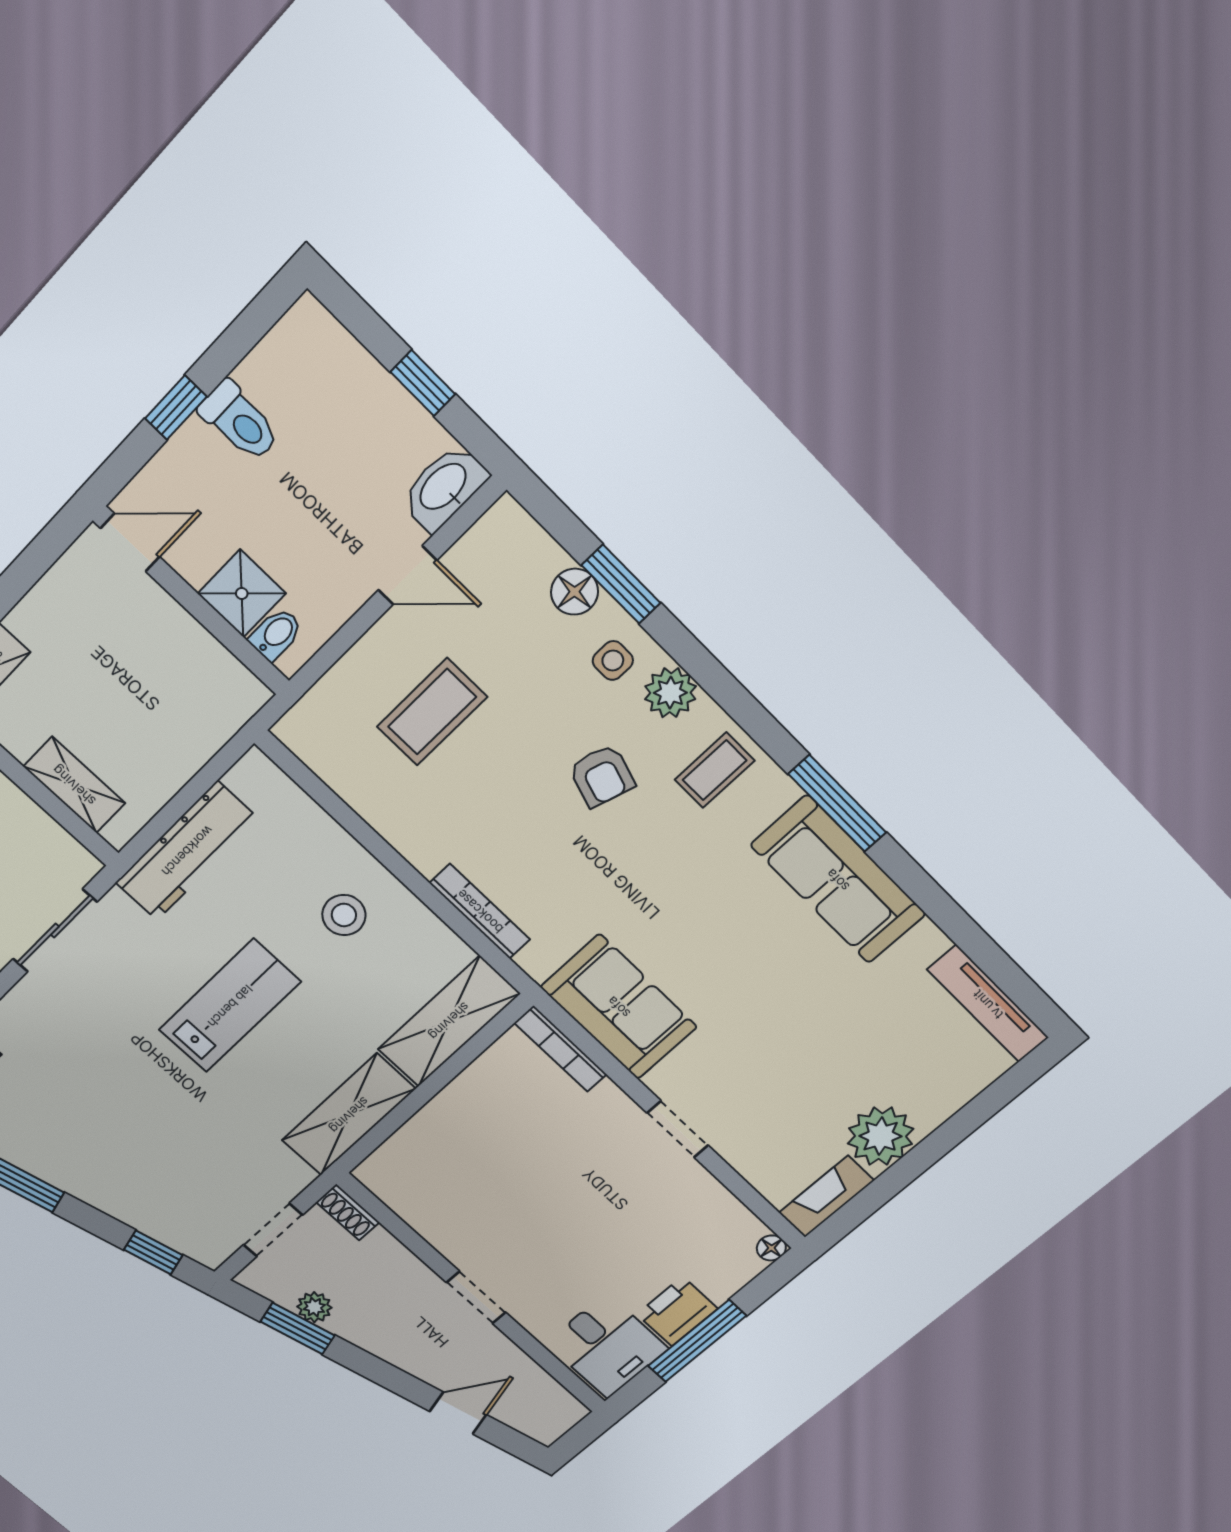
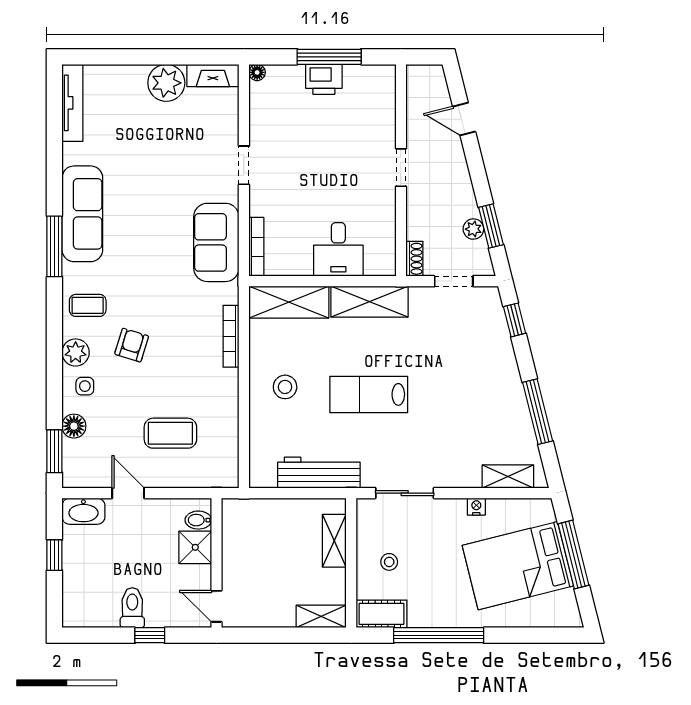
window: (621, 584) -> (54, 451), moved
desk: (607, 1346) -> (338, 249), moved, turned 180

